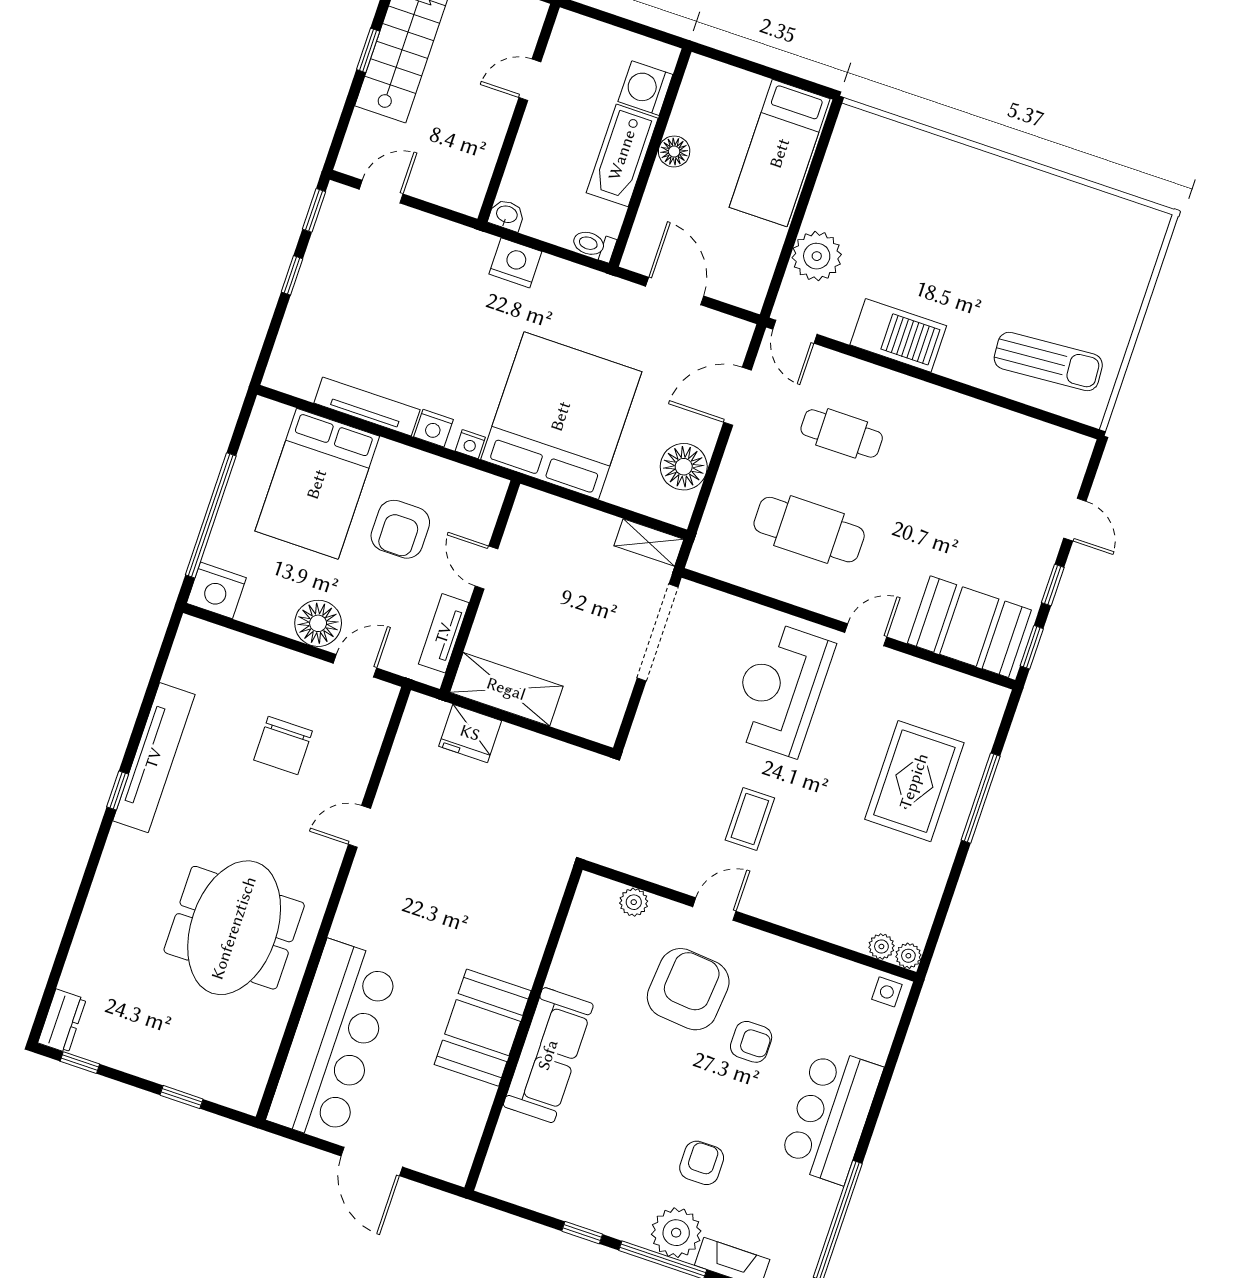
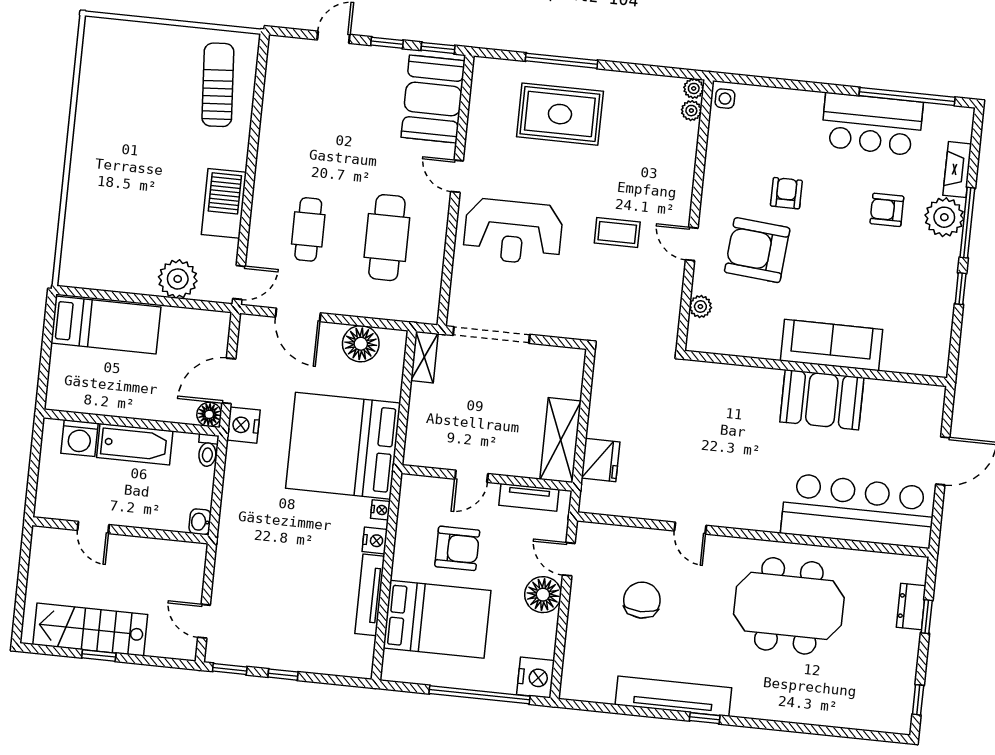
floor lamp: (674, 151) -> (209, 414), moved
nightstand: (515, 263) -> (243, 425), moved
chair: (283, 745) -> (642, 600), turned -90
dresser: (62, 1021) -> (911, 607), moved, turned -90
bar counter: (831, 1115) -> (872, 124), moved

